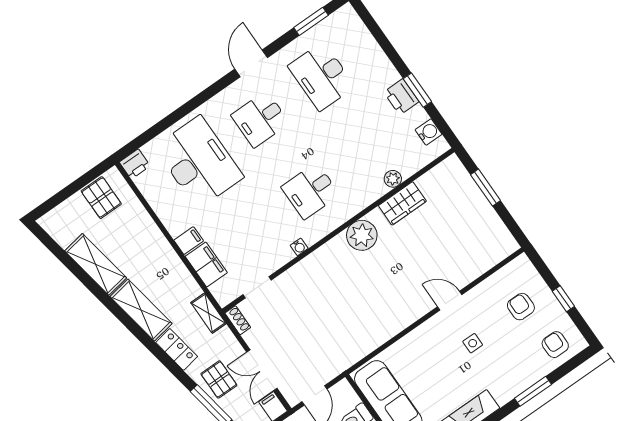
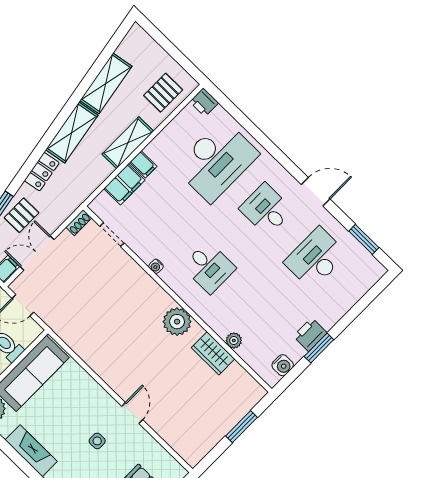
desk: (310, 191) -> (209, 267), turned 180
pallet: (101, 198) -> (163, 93), moved
shelving: (208, 313) -> (128, 143), moved, width x1.50, depth x1.33

